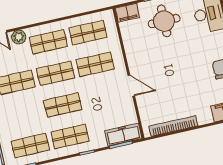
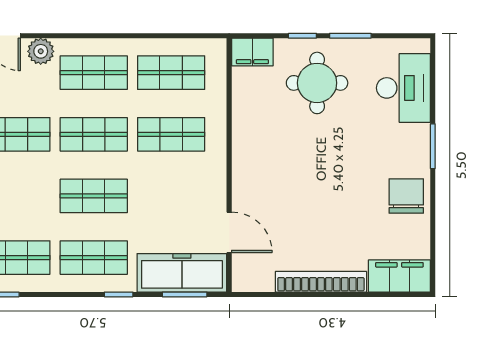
door: (131, 86) -> (229, 232), moved
bookcase: (173, 126) -> (321, 282), moved
freezer: (123, 135) -> (182, 273), width x1.36, depth x1.26

